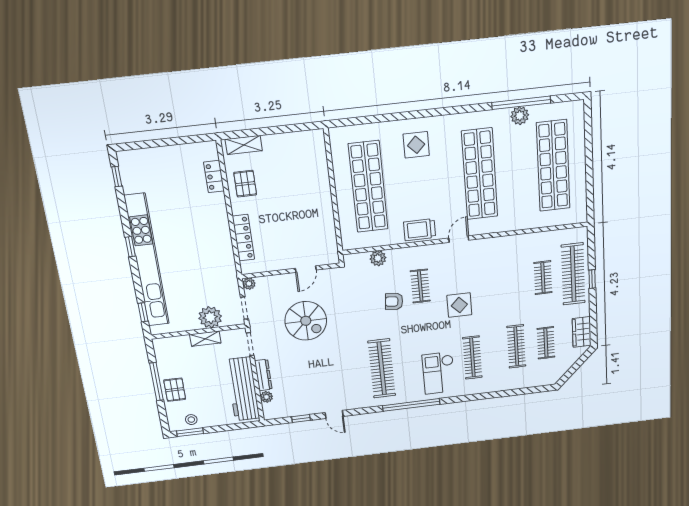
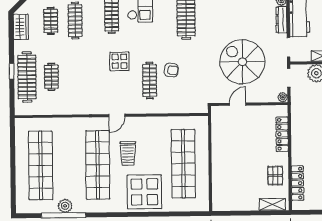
display table: (416, 145) -> (144, 192), width x1.86, depth x1.86
locker: (214, 177) -> (297, 183), width x1.53
trolley: (420, 230) -> (128, 154), moved, turned 90
plant: (378, 258) -> (181, 107), removed
clothes rail: (420, 286) -> (150, 81), width x1.36
spiral stairs: (306, 321) -> (242, 62), width x1.37, depth x1.37

